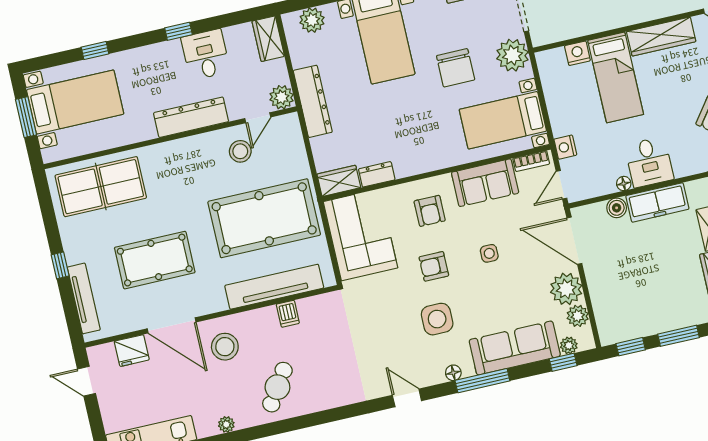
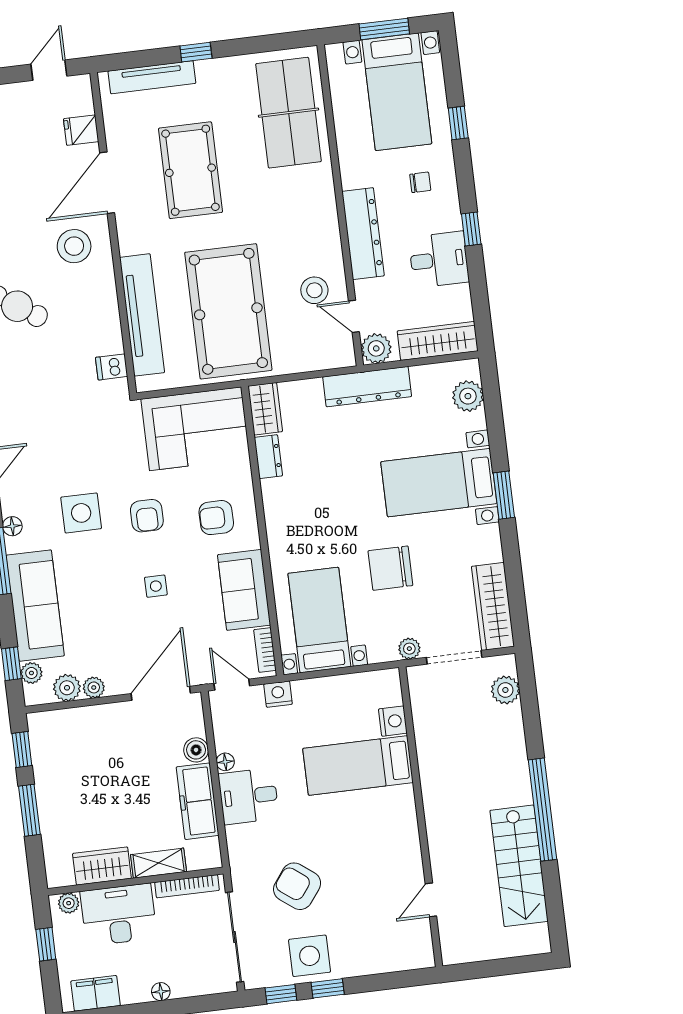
wardrobe: (661, 37) -> (403, 827), removed
wardrobe: (268, 39) -> (438, 341), width x1.50
plant: (512, 55) -> (409, 649), width x0.53, depth x0.53
chair: (145, 76) -> (420, 182), added
armchair: (434, 266) -> (147, 516), turned 180
plant: (566, 289) -> (94, 687), width x0.53, depth x0.53
dishwasher: (288, 314) -> (112, 367), moved
fridge: (132, 351) -> (81, 130), width x0.72

